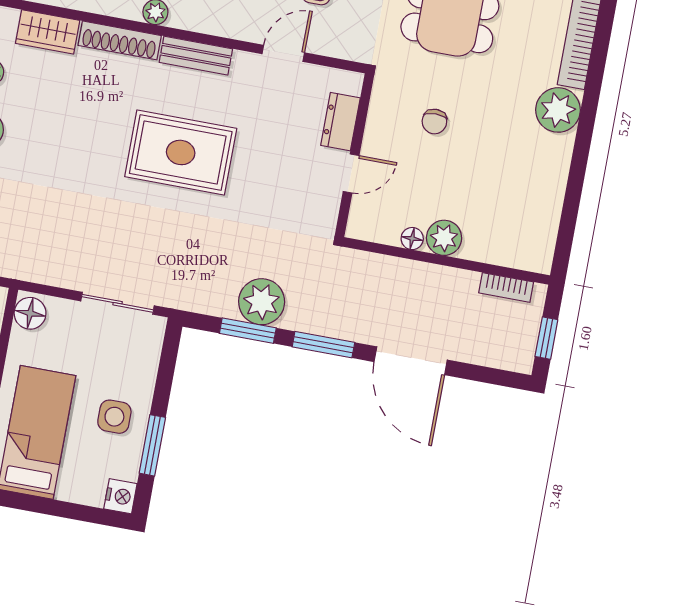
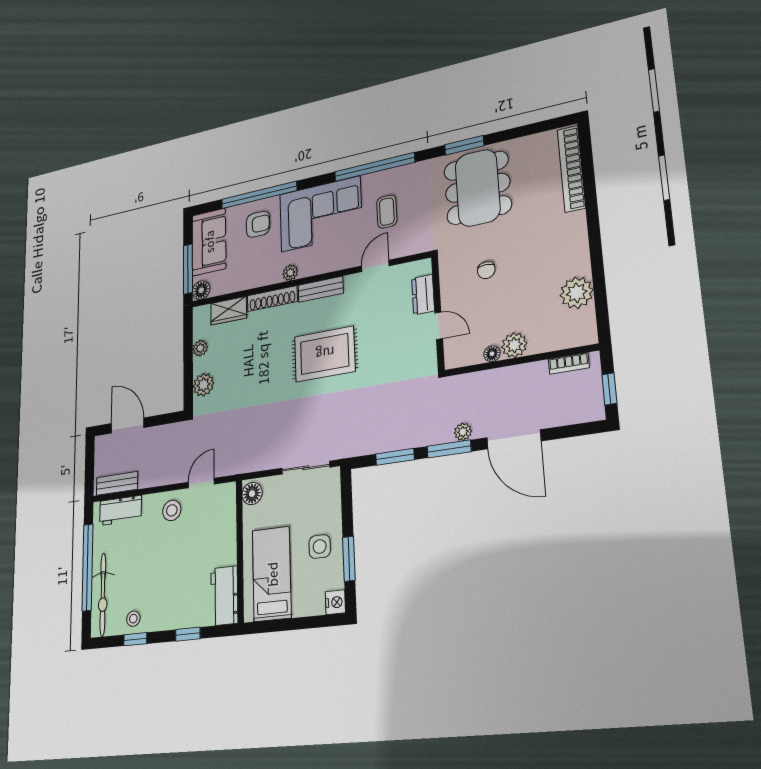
plant: (558, 110) -> (577, 293), moved
door: (351, 173) -> (439, 326), hinge flipped
plant: (262, 302) -> (463, 432), moved, width x0.53, depth x0.53

